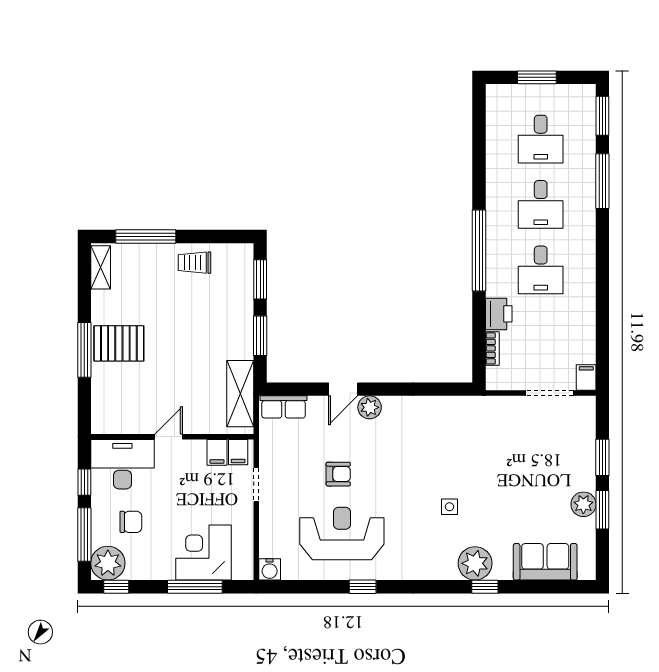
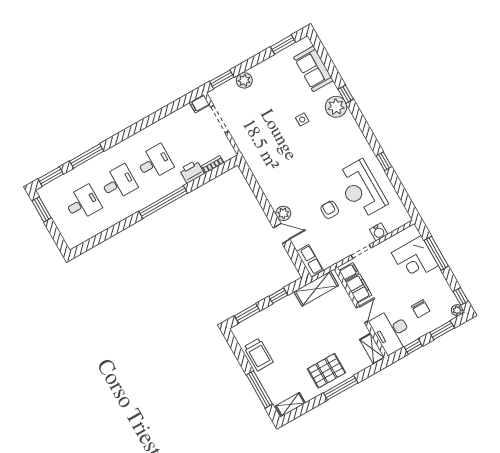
window: (537, 77) -> (42, 209), moved
trolley: (195, 263) -> (258, 354), width x1.36, depth x1.39
window: (260, 336) -> (278, 296), width x0.67
pallet: (119, 343) -> (326, 371), turned 90
shelving: (114, 424) -> (372, 349), added
door: (169, 437) -> (362, 314), swing flipped
filing cabinet: (217, 452) -> (359, 288), width x2.00
window: (602, 457) -> (222, 79), moved
plant: (583, 504) -> (244, 80), moved
side table: (449, 507) -> (302, 119), moved
window: (602, 510) -> (283, 45), moved
chair: (131, 522) -> (421, 309), turned 180
window: (84, 535) -> (442, 330), width x0.69
plant: (108, 563) -> (457, 310), width x0.53, depth x0.53
water cooler: (270, 569) -> (379, 232), moved, turned 90

